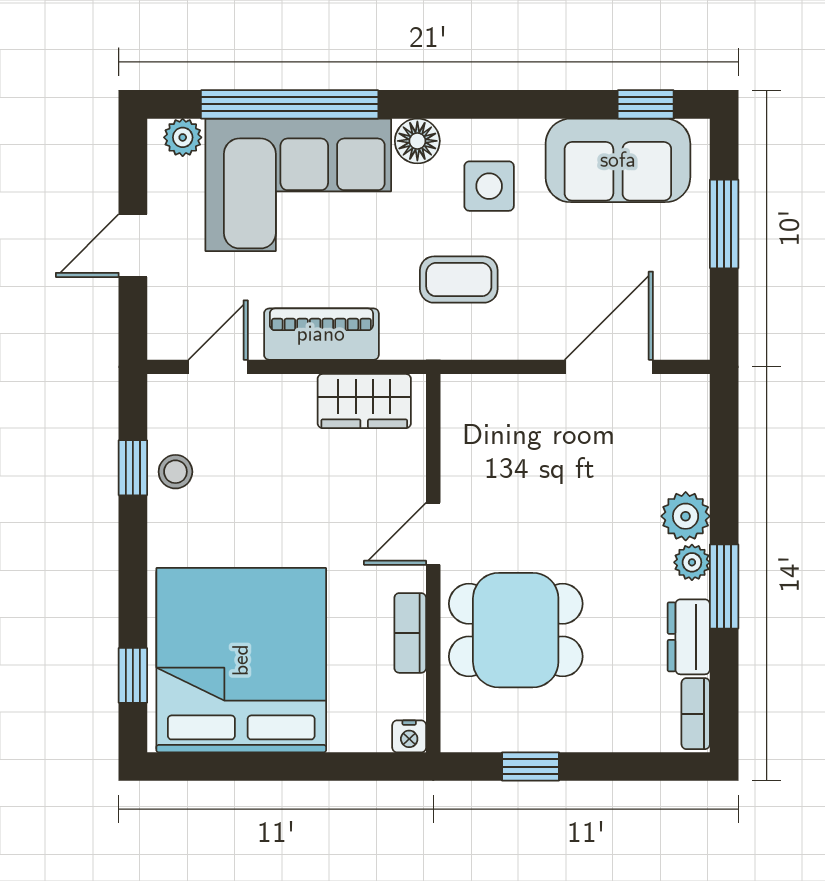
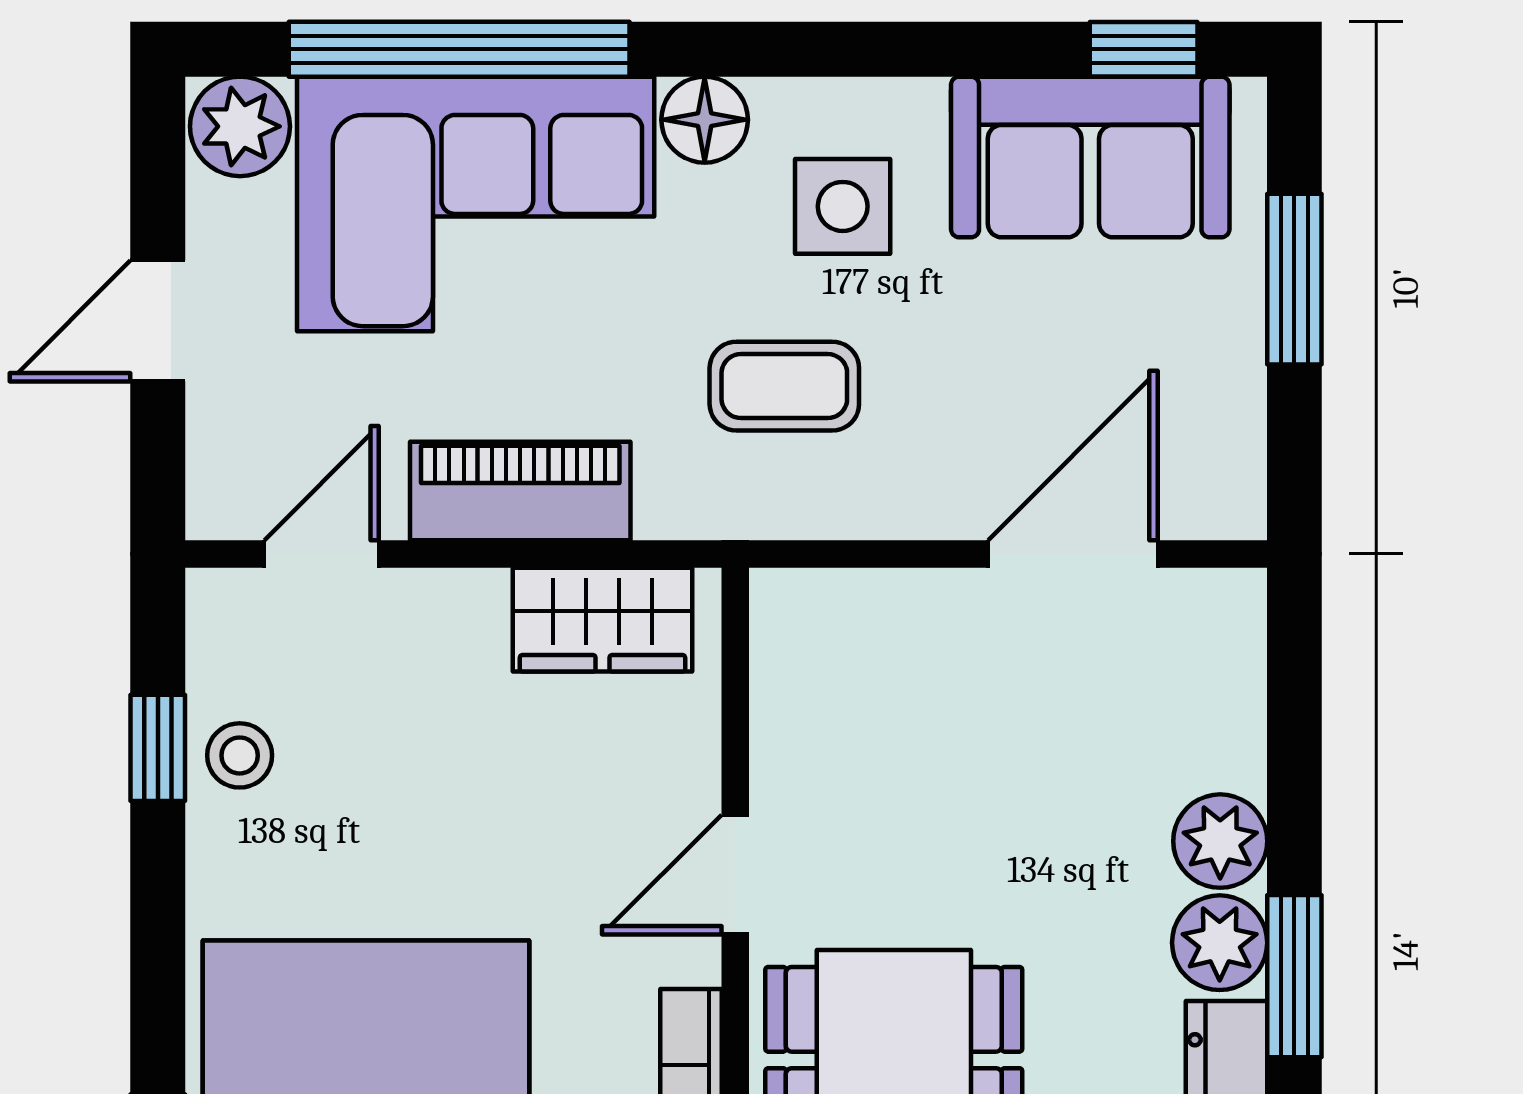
plant: (183, 137) -> (240, 126), width x1.38, depth x1.38
plant: (692, 562) -> (1220, 943), width x1.38, depth x1.38

